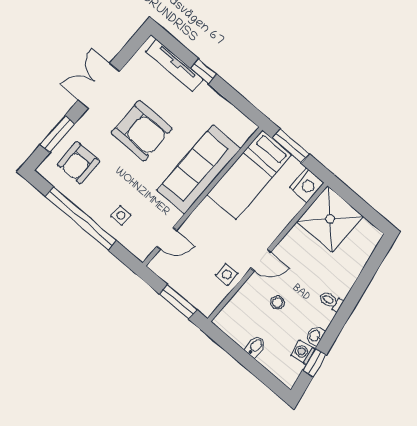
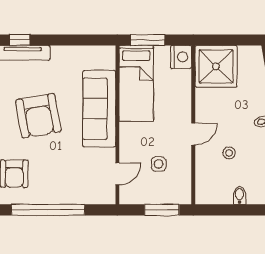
window: (203, 71) -> (20, 40), moved
armchair: (142, 131) -> (38, 116), turned 80
side table: (121, 215) -> (73, 185), removed
side table: (227, 274) -> (159, 164), moved

